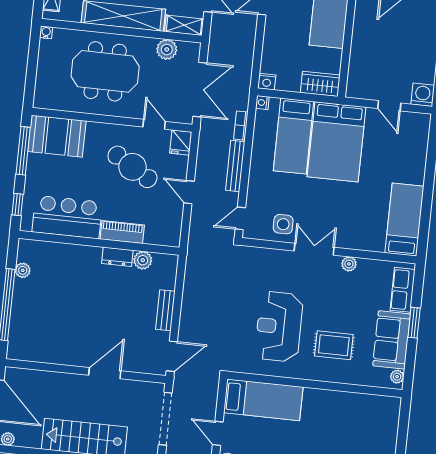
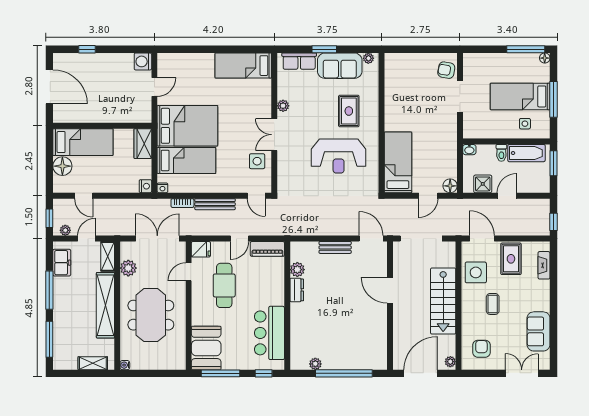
cafe table: (132, 167) -> (224, 285), turned -31
piano: (122, 232) -> (267, 249), moved, turned -90

